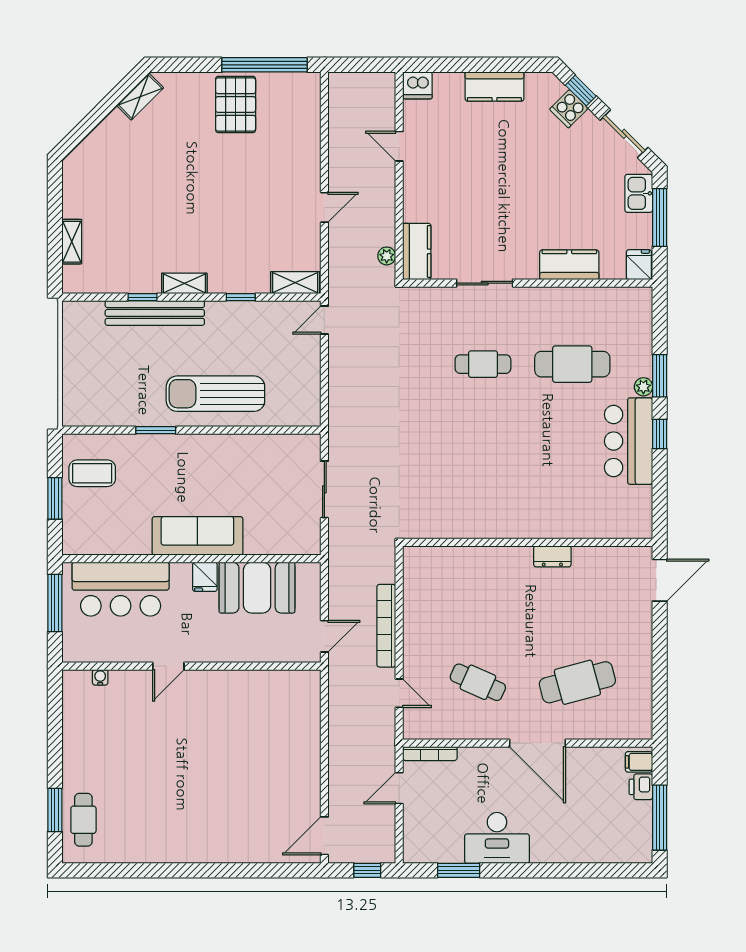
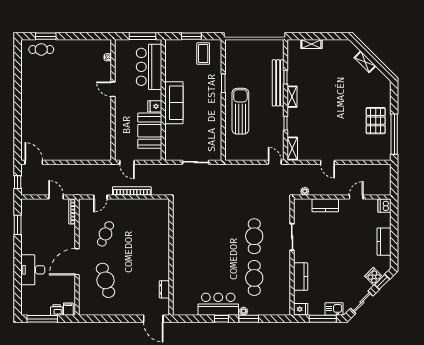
shelving: (140, 97) -> (365, 62), moved
pallet: (236, 104) -> (376, 121), turned 90
kitchen counter: (417, 251) -> (325, 205), moved
cafe table: (483, 364) -> (254, 236), width x1.37, depth x1.35
dresser: (552, 556) -> (164, 289), moved
desk: (497, 838) -> (33, 270), moved

